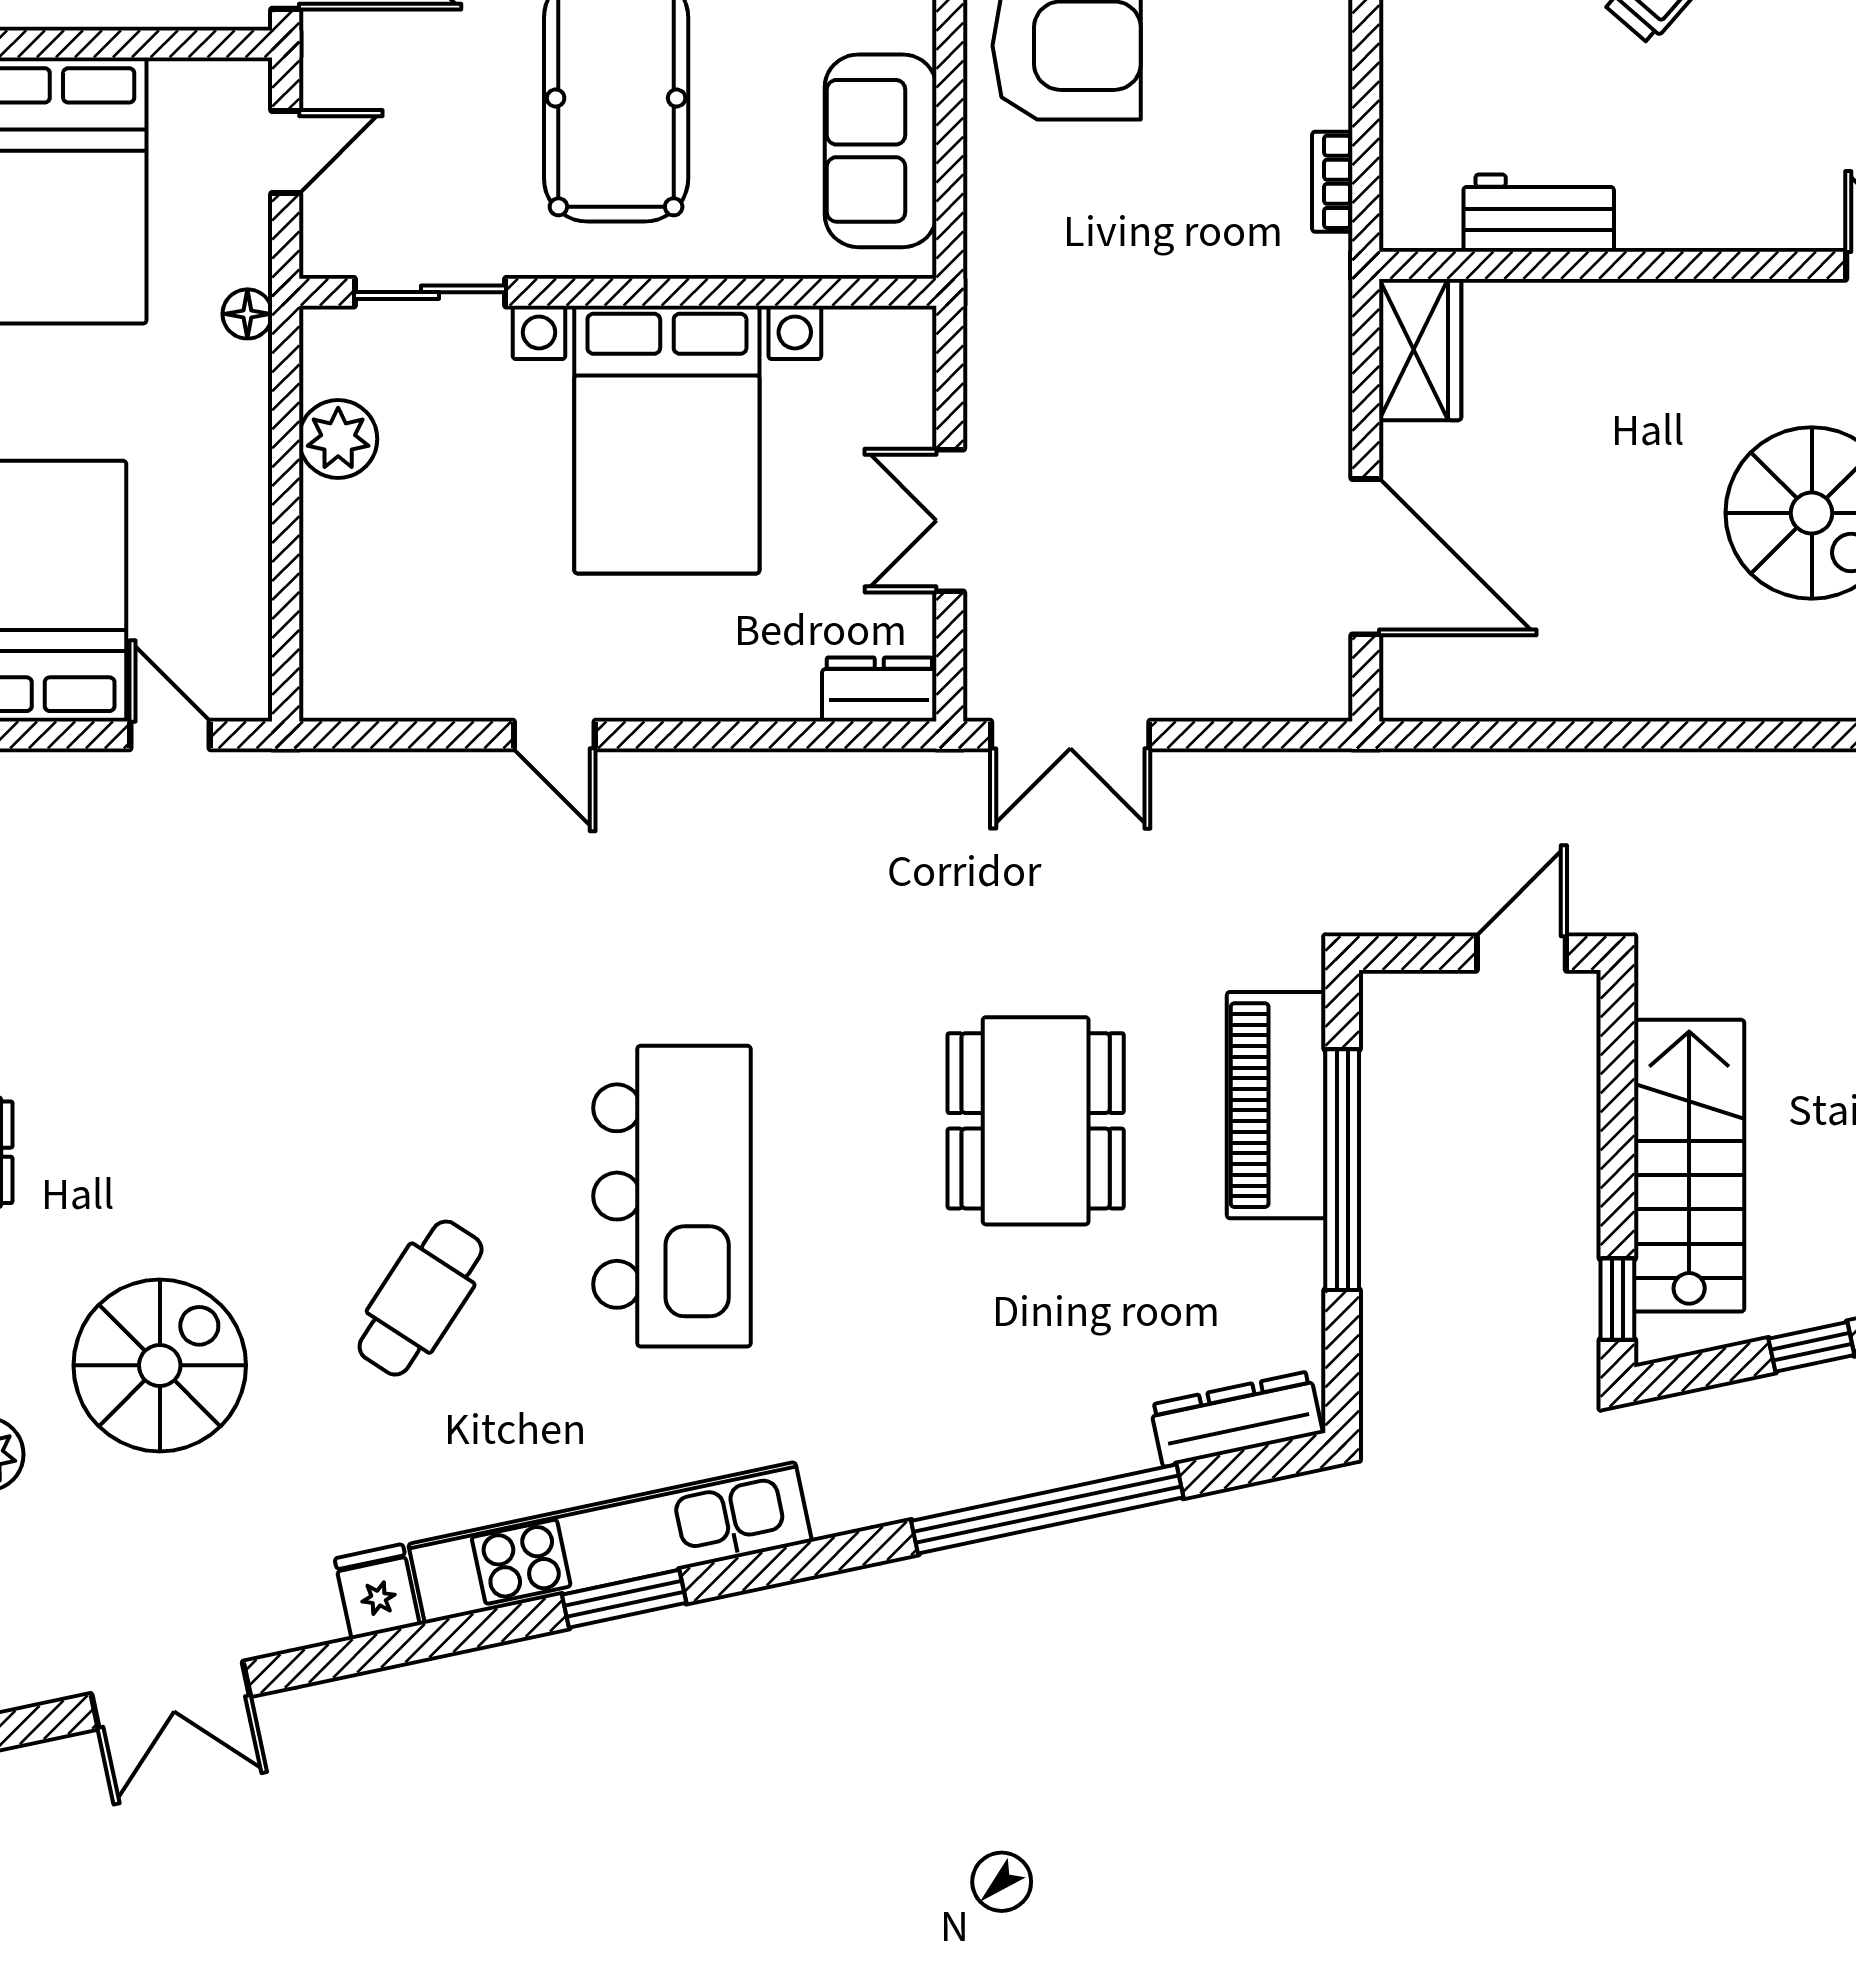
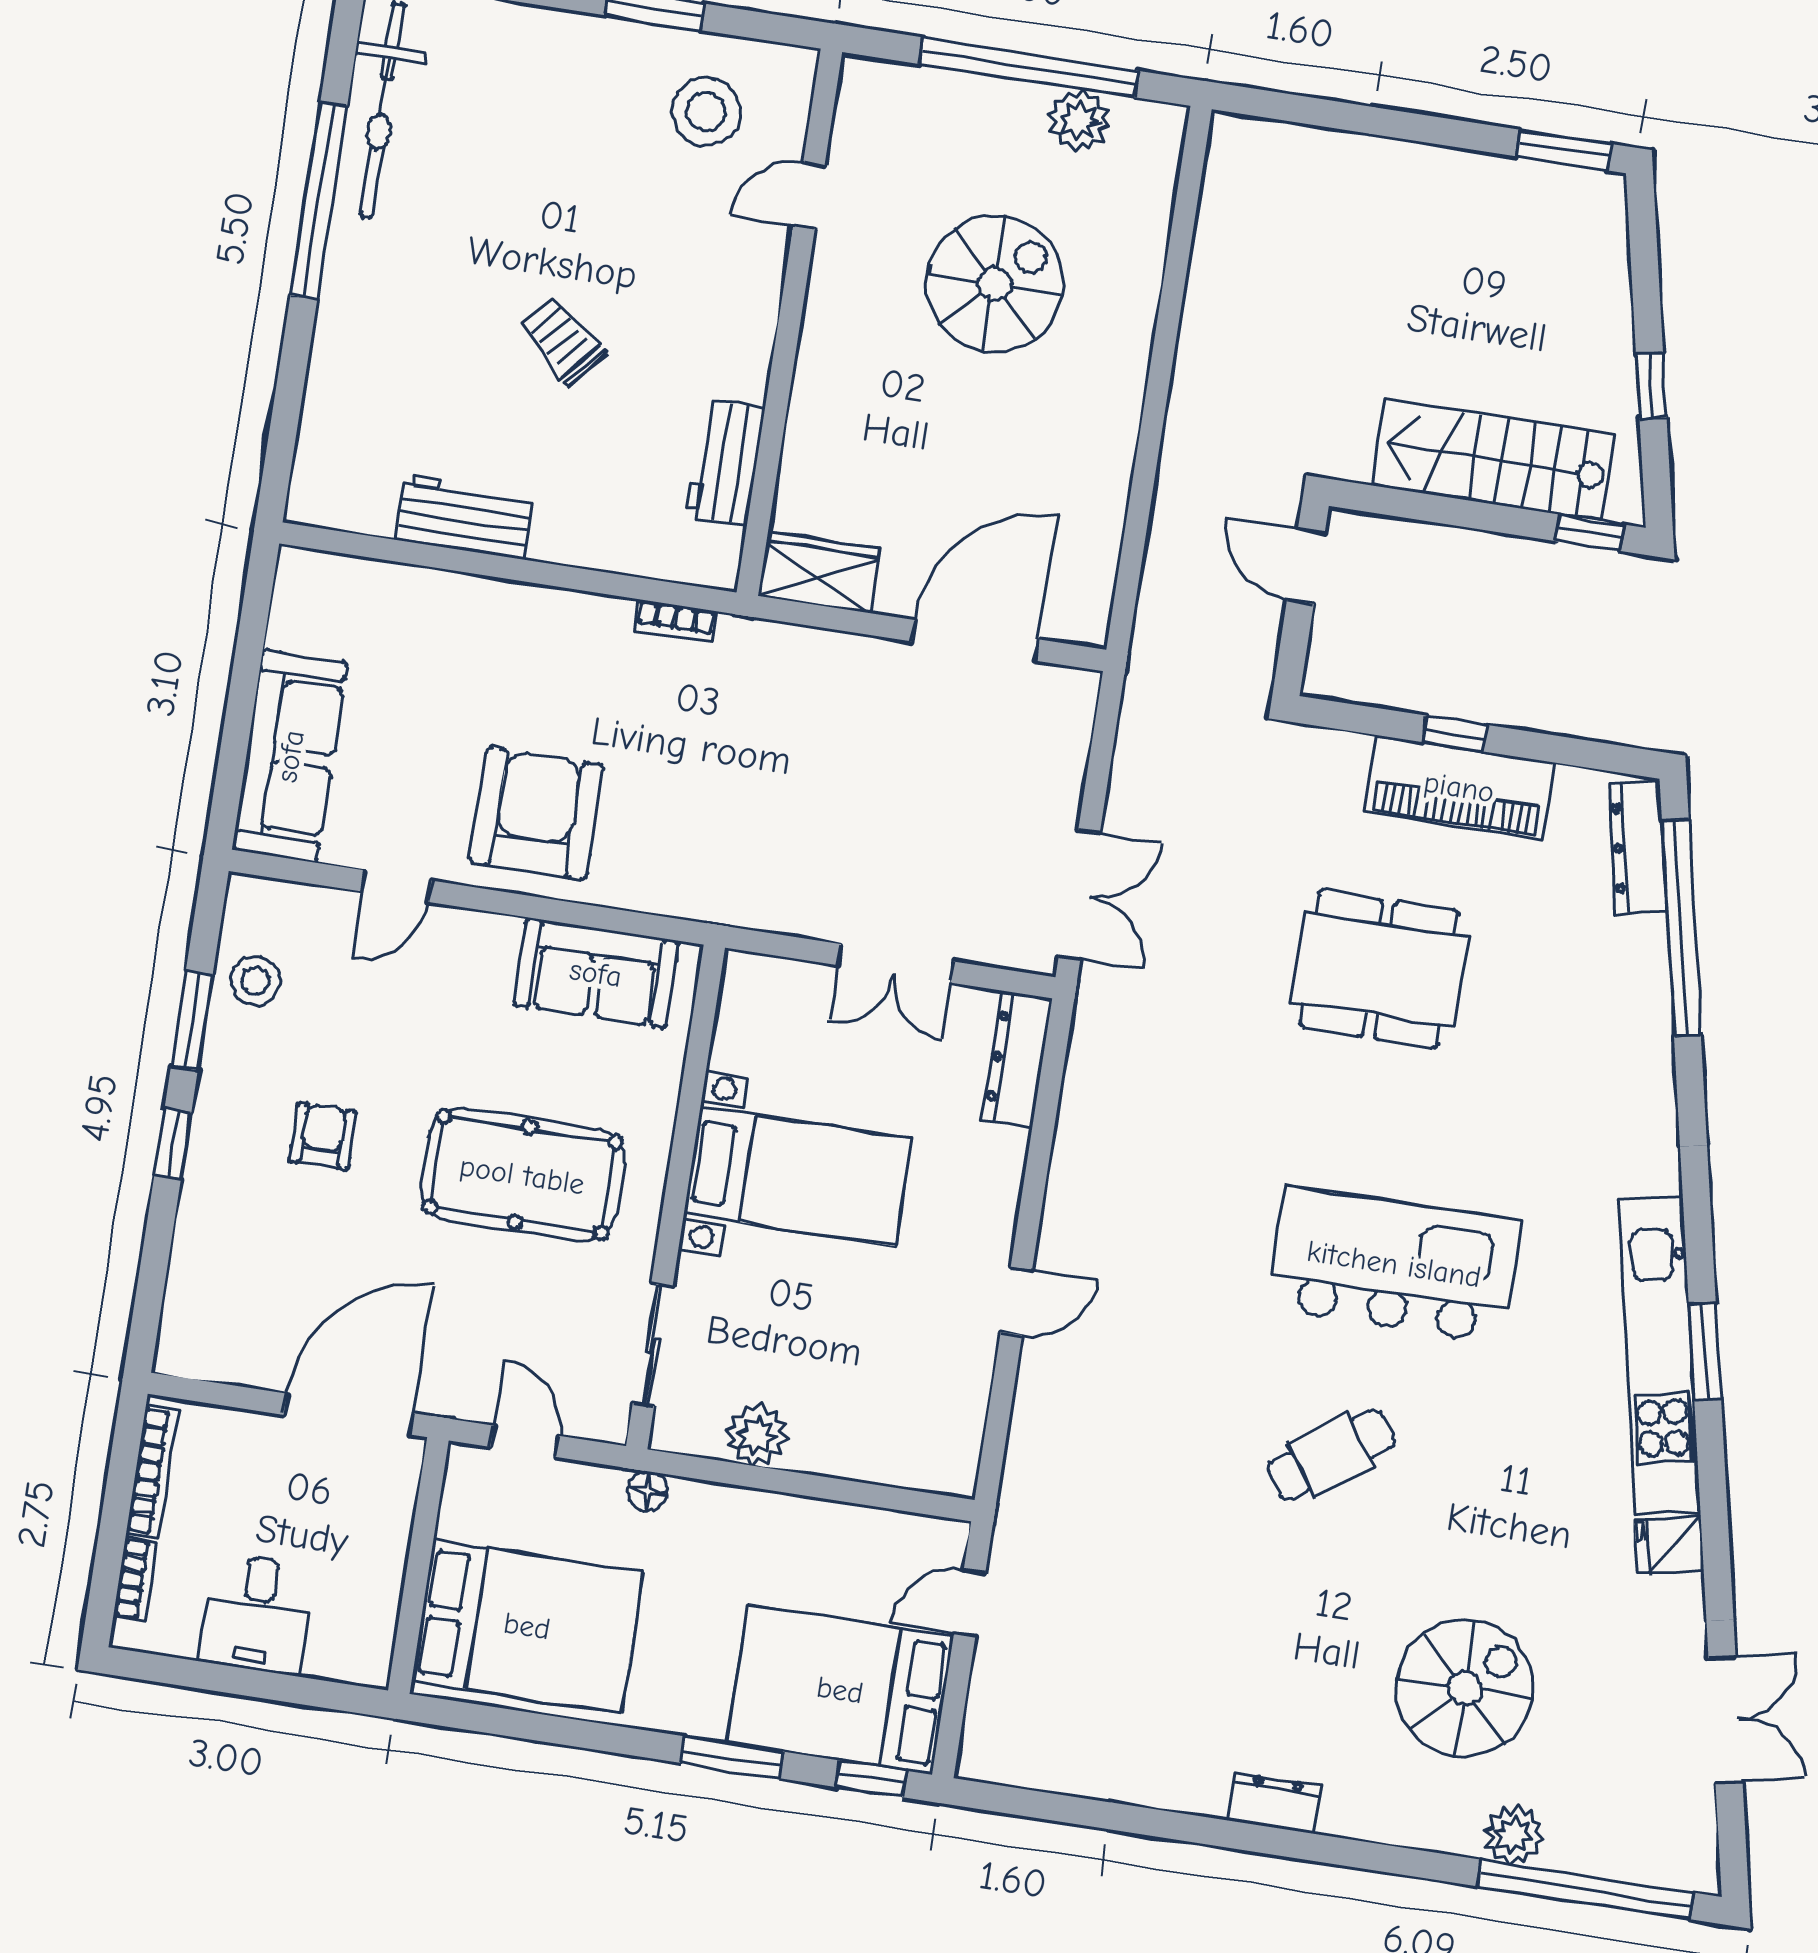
bed with nightstands: (667, 440) -> (798, 1176), width x0.73
dresser: (879, 689) -> (1017, 1059), width x1.44
piano: (1276, 1105) -> (1459, 787), moved
window: (1342, 1170) -> (1455, 734), width x0.32
cafe table: (421, 1298) -> (1331, 1455), moved, turned -69
spiral stairs: (160, 1365) -> (1465, 1688), turned 90
window: (1047, 1509) -> (1681, 928), moved

